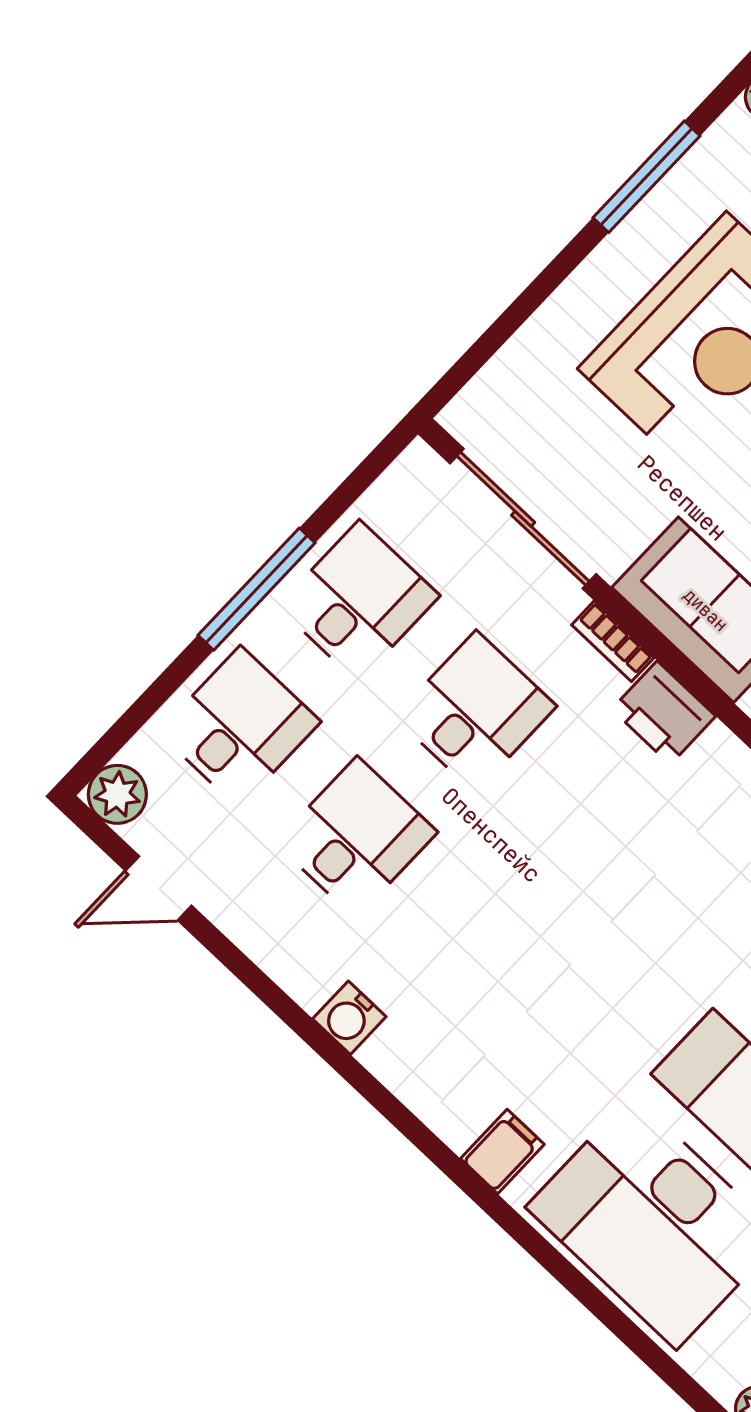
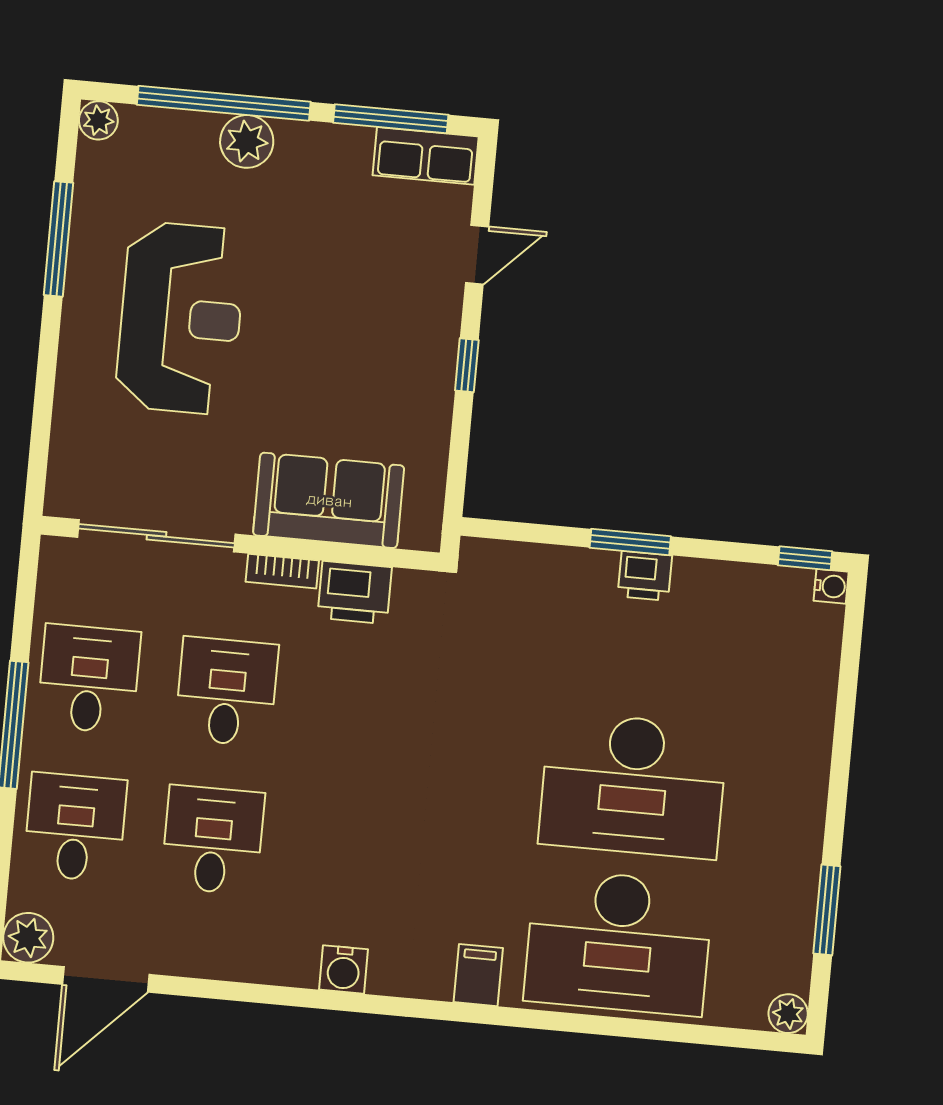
door: (158, 888) -> (106, 979), width x1.38
water cooler: (349, 1018) -> (344, 969), moved

